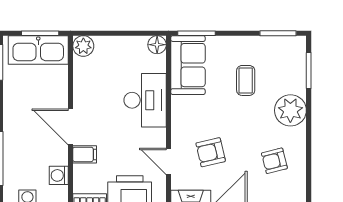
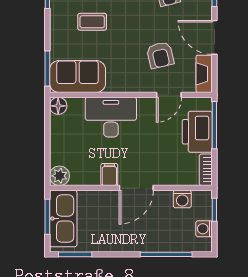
filing cabinet: (85, 154) -> (109, 175), moved

